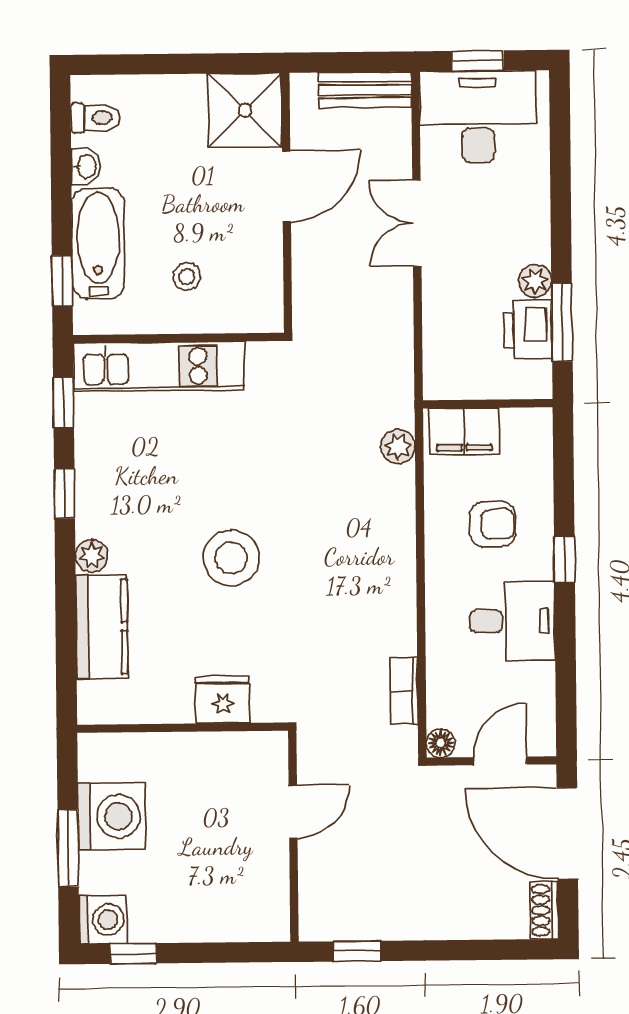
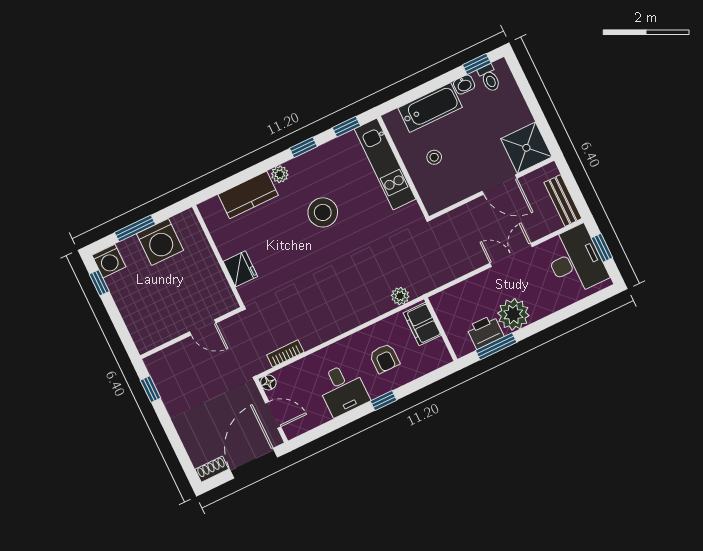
window: (62, 281) -> (477, 64), moved
plant: (535, 281) -> (513, 314), width x1.87, depth x1.87
stool: (231, 558) -> (323, 212), moved

